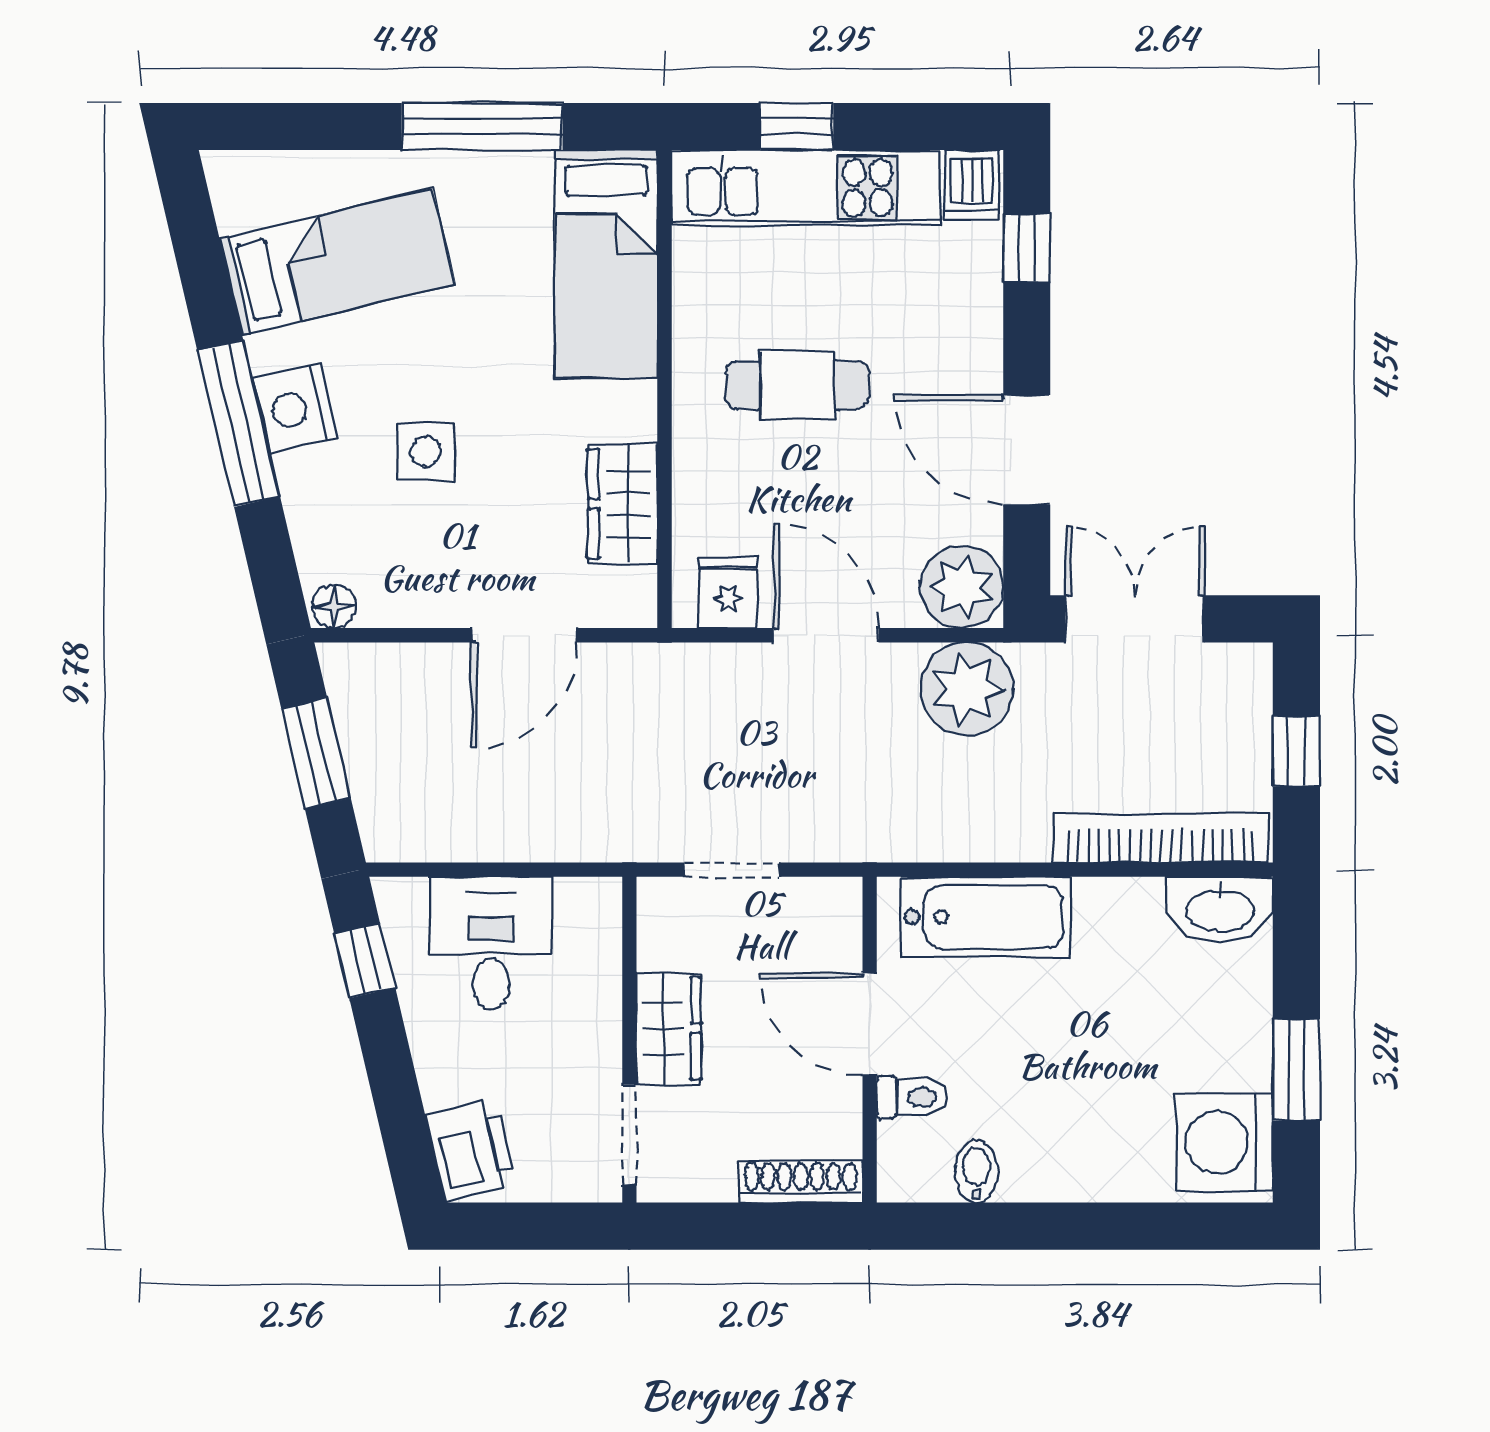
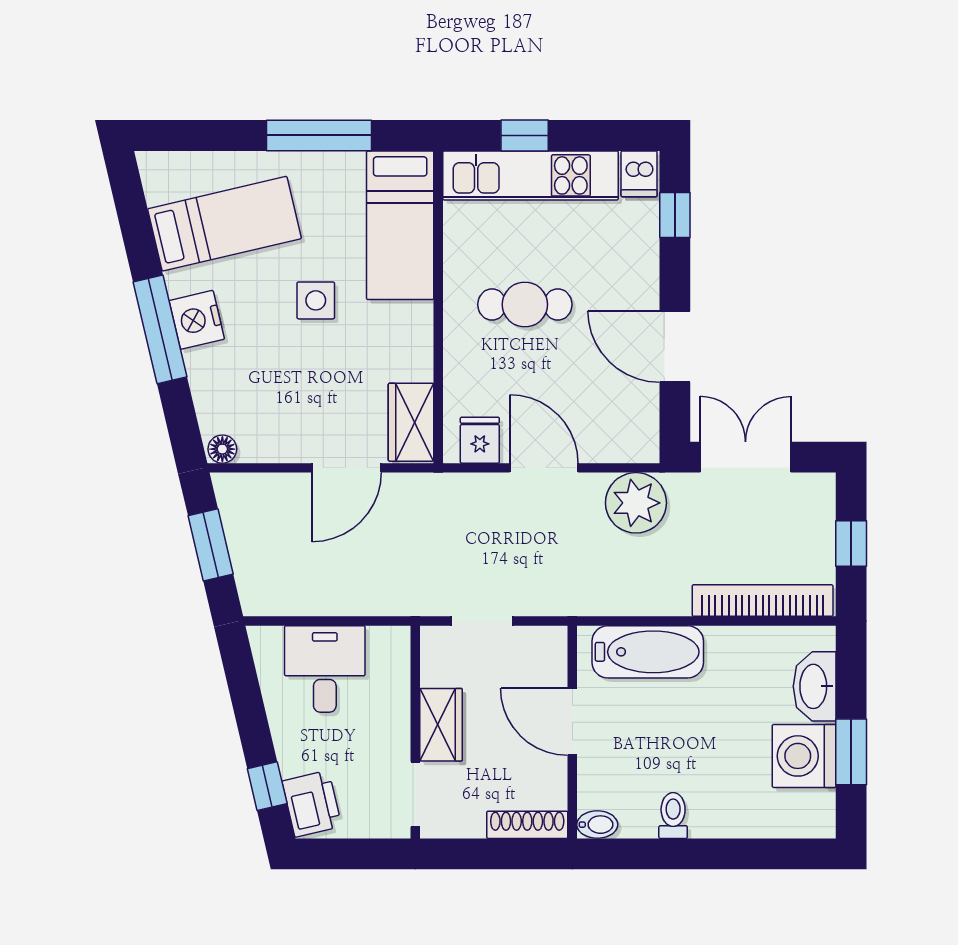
side table: (426, 452) -> (316, 300), moved
wardrobe: (623, 504) -> (411, 422), moved
plant: (962, 587) -> (633, 436), removed
washbasin: (1220, 909) -> (815, 686), moved, turned 90
window: (365, 961) -> (267, 786), moved
toilet: (912, 1097) -> (673, 816), moved, turned -90
washing machine: (1224, 1143) -> (804, 756), moved
bidet: (976, 1171) -> (597, 825), moved, turned 90

